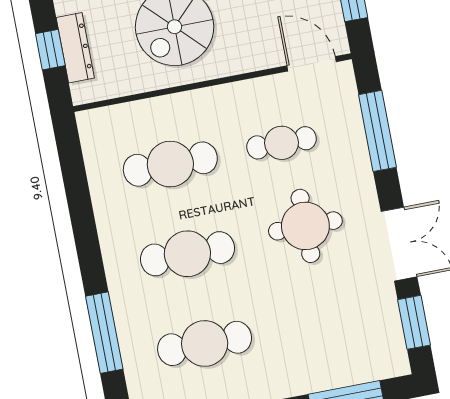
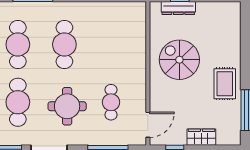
cafe table: (170, 164) -> (18, 102), moved

